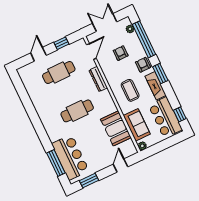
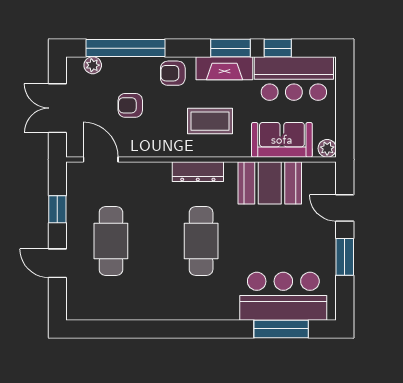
window: (160, 74) -> (231, 48), moved
dresser: (98, 79) -> (198, 172), moved
window: (180, 114) -> (278, 48), moved
window: (89, 181) -> (345, 257), moved

